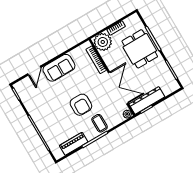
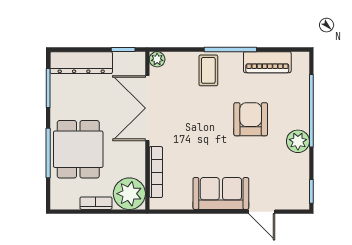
door: (34, 71) -> (262, 212), swing flipped
dresser: (147, 100) -> (81, 63), moved
armchair: (81, 105) -> (251, 119), moved
plant: (37, 114) -> (298, 141), added

